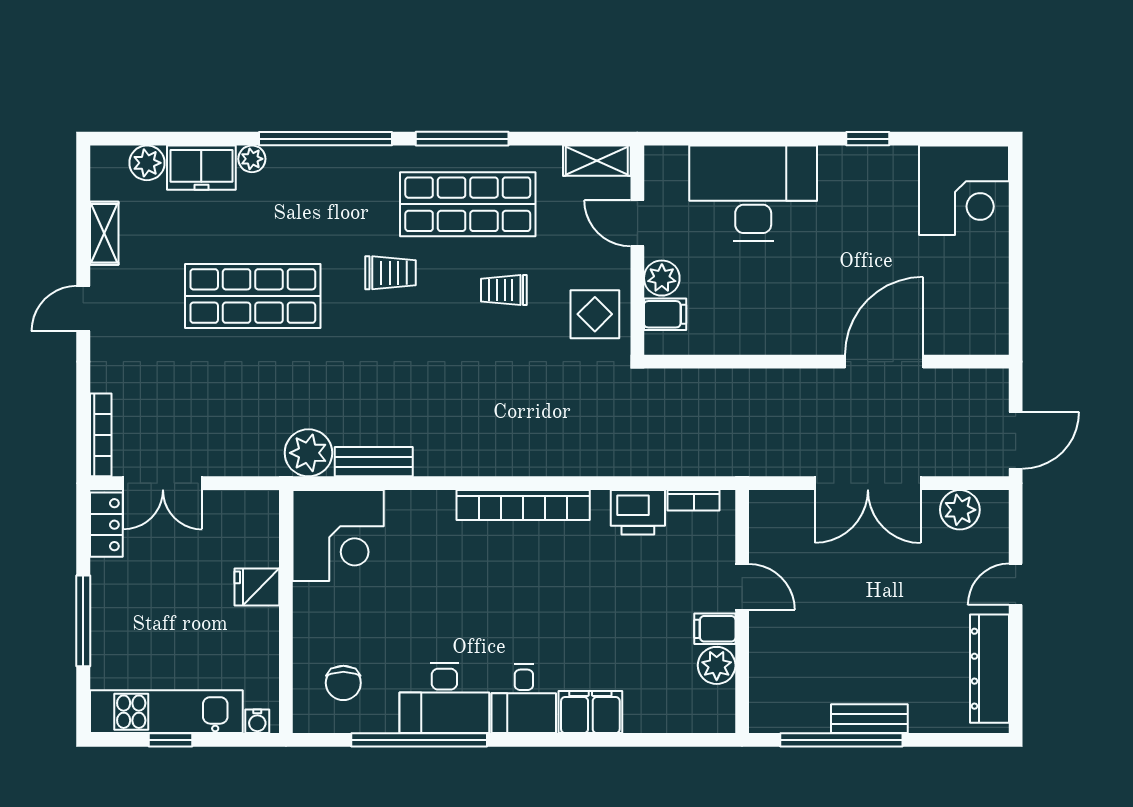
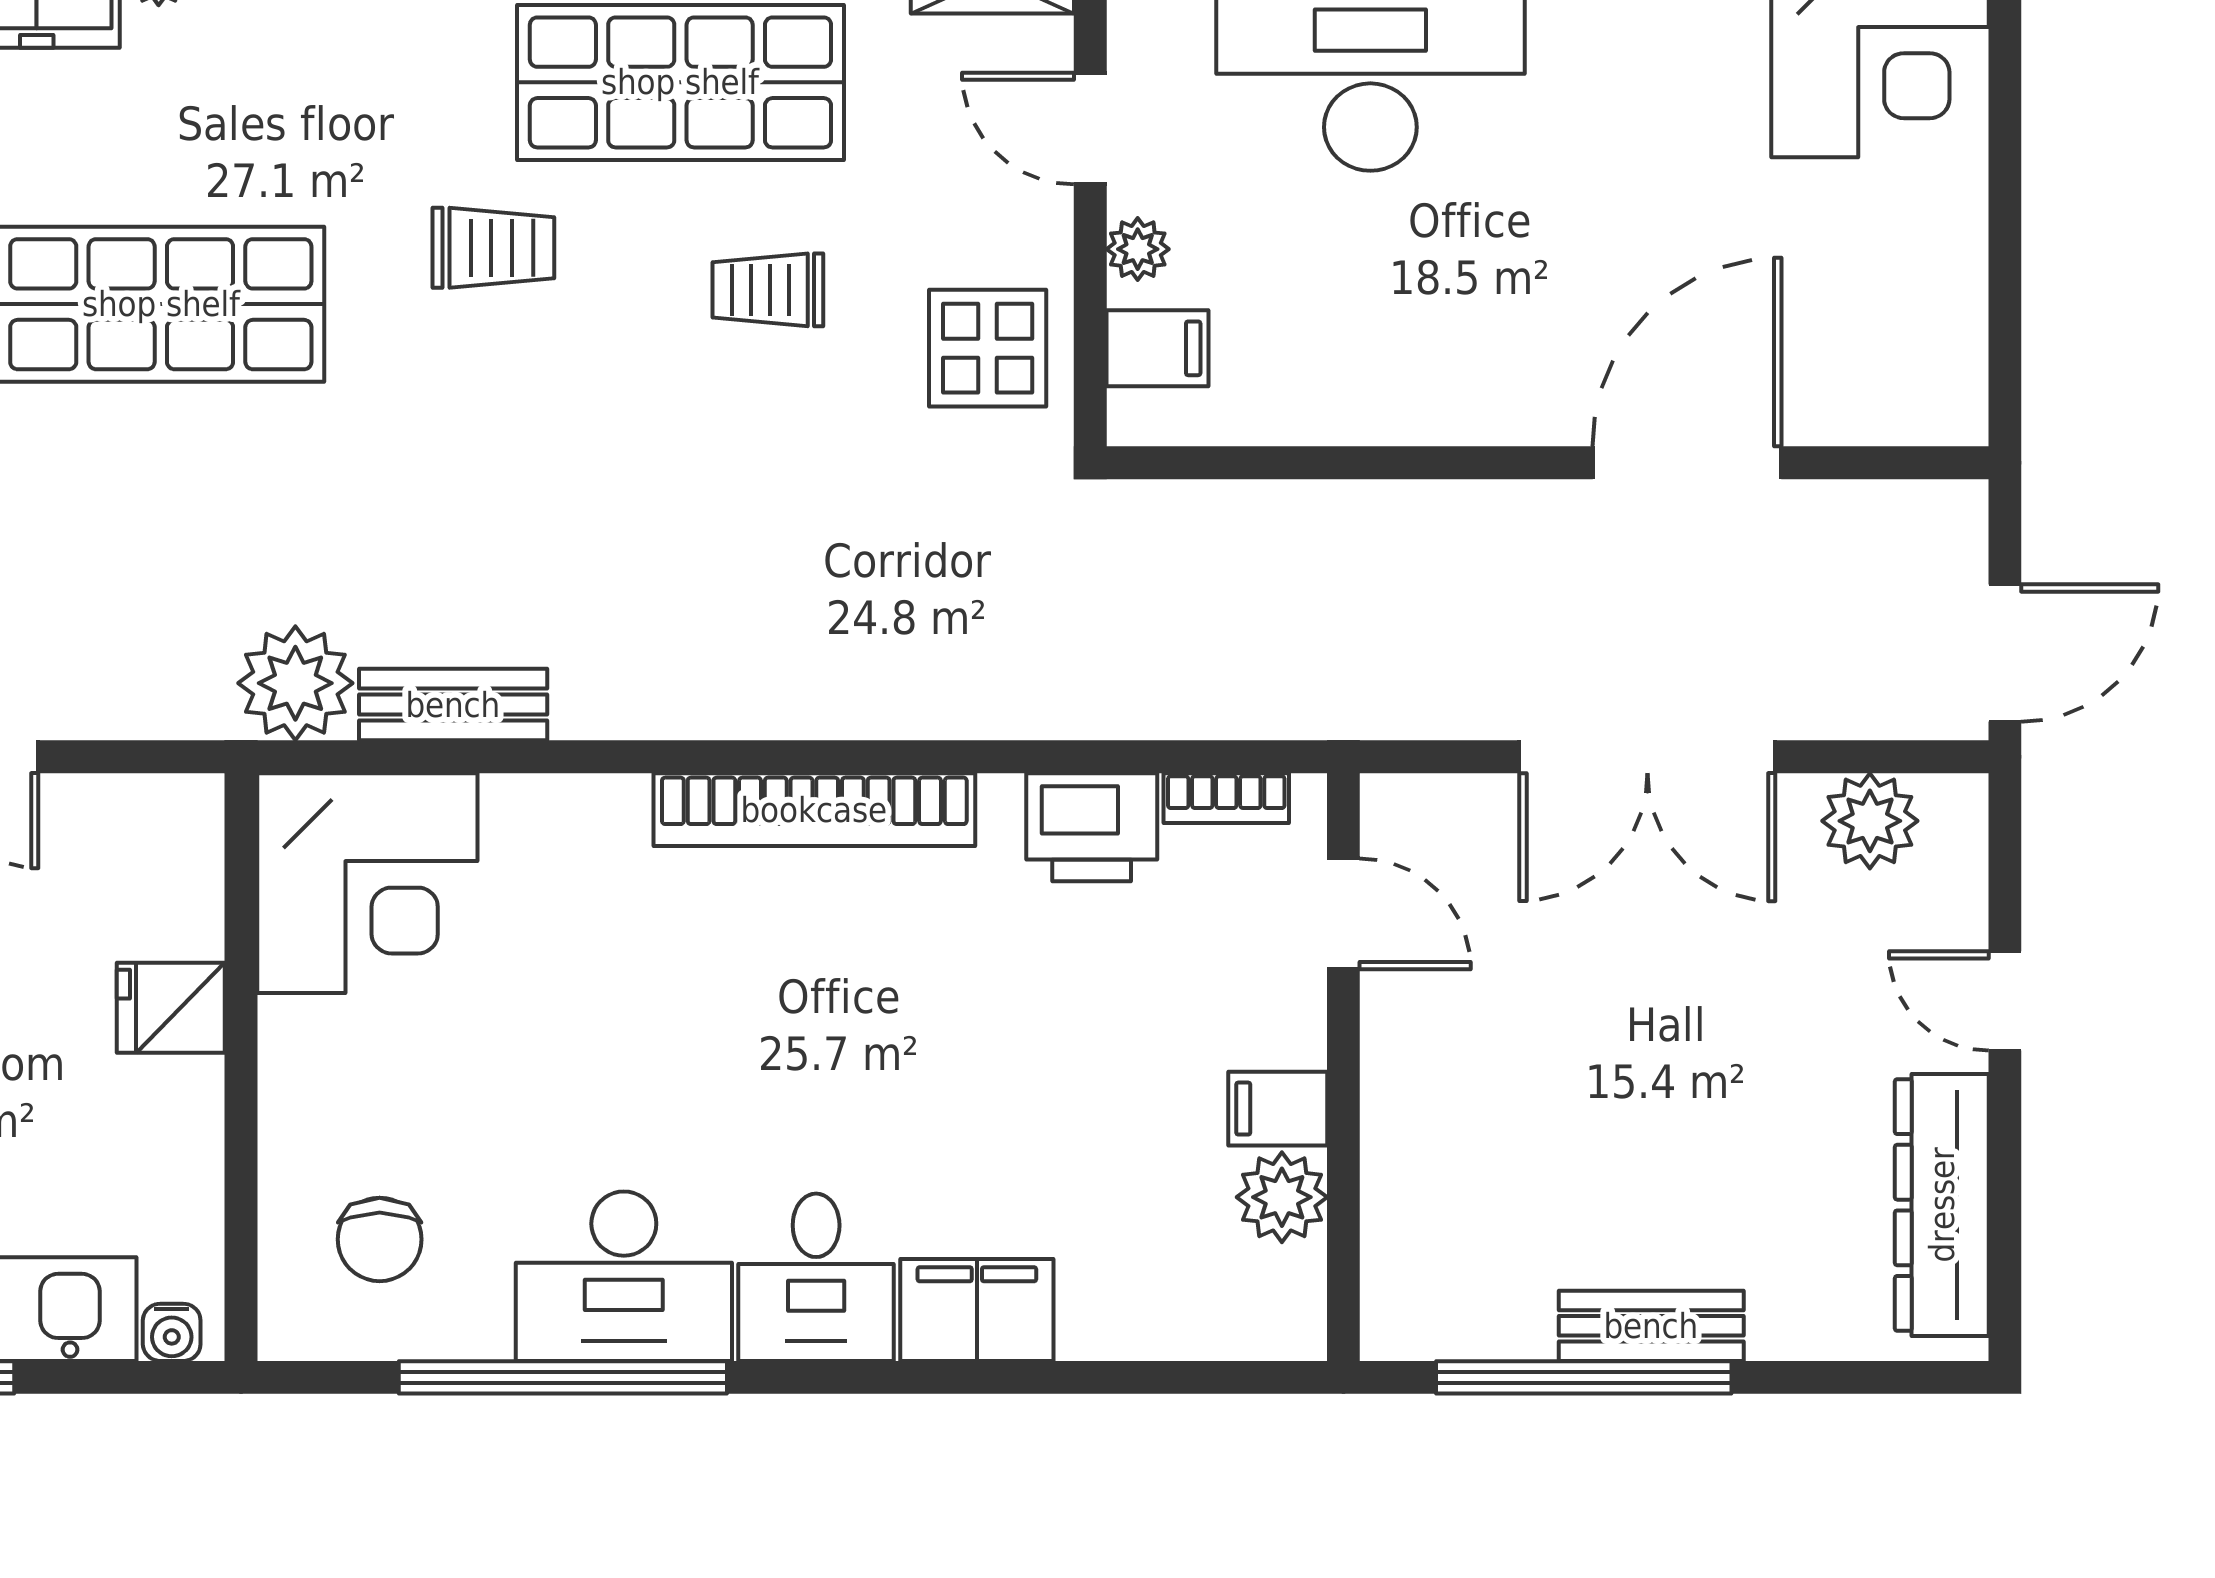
plant: (662, 278) -> (1138, 249), width x0.73, depth x0.73
door: (1016, 584) -> (2005, 1001), hinge flipped
door: (742, 587) -> (1343, 914), moved

